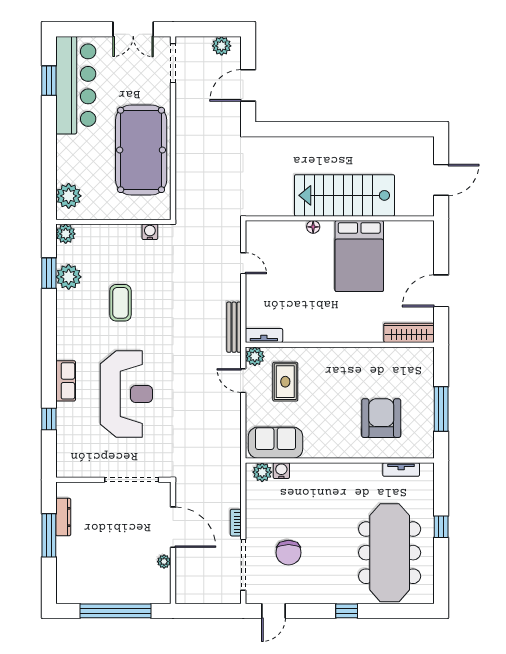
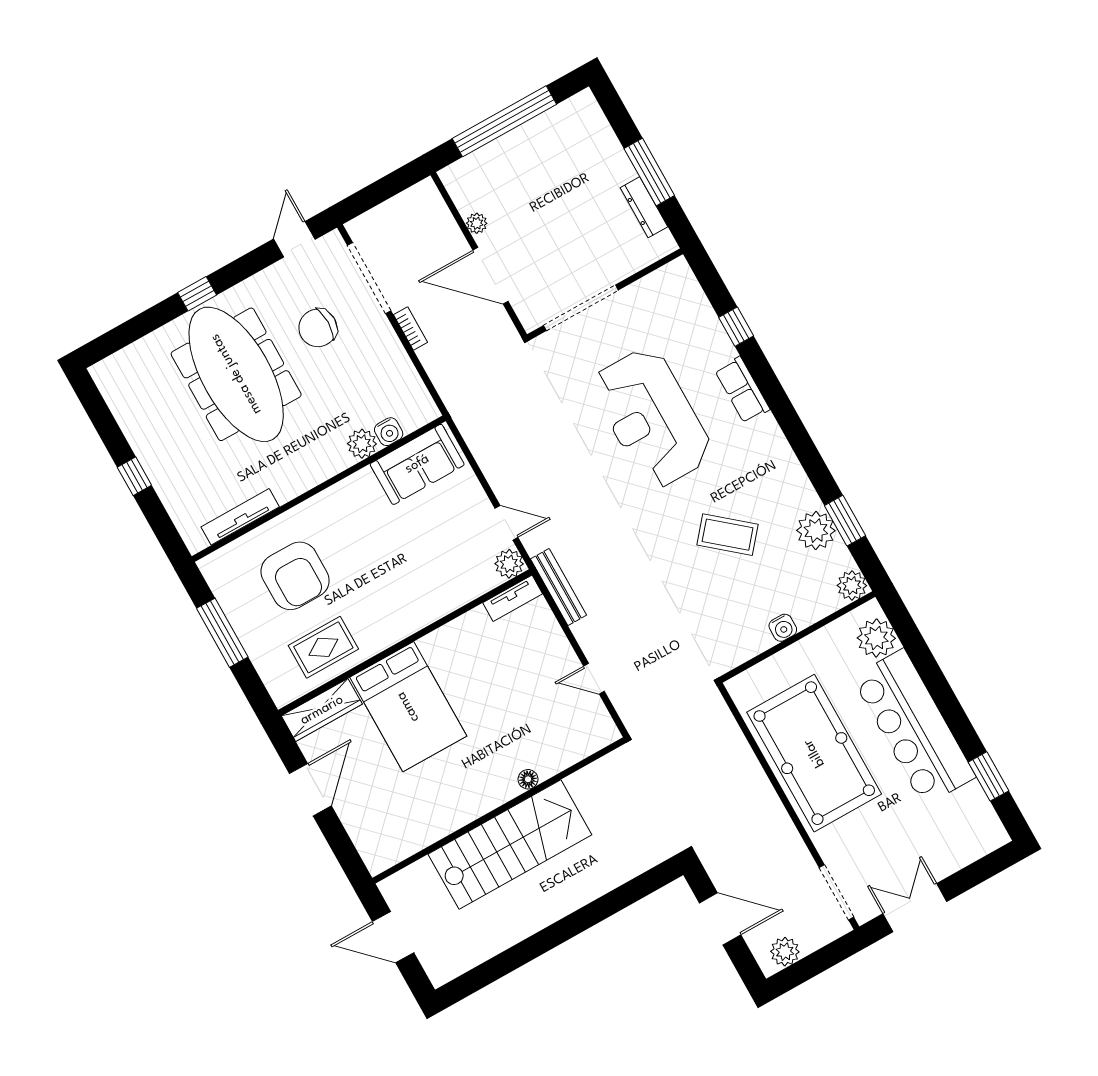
bar counter: (76, 85) -> (914, 727), moved
door: (248, 85) -> (720, 919), hinge flipped
door: (441, 180) -> (393, 937), hinge flipped
water cooler: (150, 232) -> (783, 628), moved
bed: (359, 256) -> (408, 707), moved, turned 180
coffee table: (120, 303) -> (728, 535), turned -50
rug: (285, 382) -> (323, 647), moved, turned 90
tv unit: (401, 469) -> (240, 517), width x1.41
plant: (262, 472) -> (362, 444), moved
chair: (289, 553) -> (318, 328), turned -90
meeting table: (390, 553) -> (236, 374), moved

